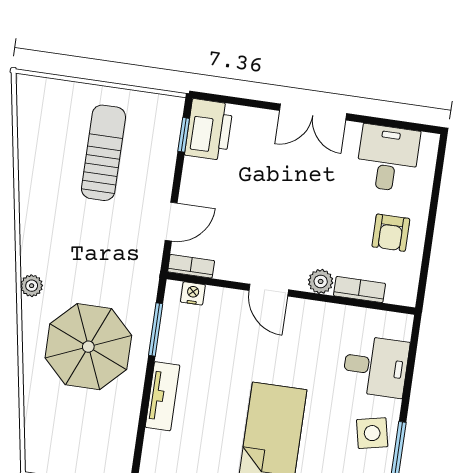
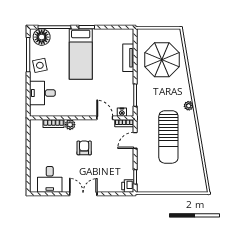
printer: (209, 130) -> (128, 186), width x0.53, depth x0.68
sun lounger: (103, 153) -> (168, 137), moved, width x1.36, depth x1.34
armchair: (391, 233) -> (84, 148), moved
door: (269, 290) -> (105, 118), moved
parasol: (88, 347) -> (162, 60), moved
tv unit: (162, 396) -> (128, 58), moved

